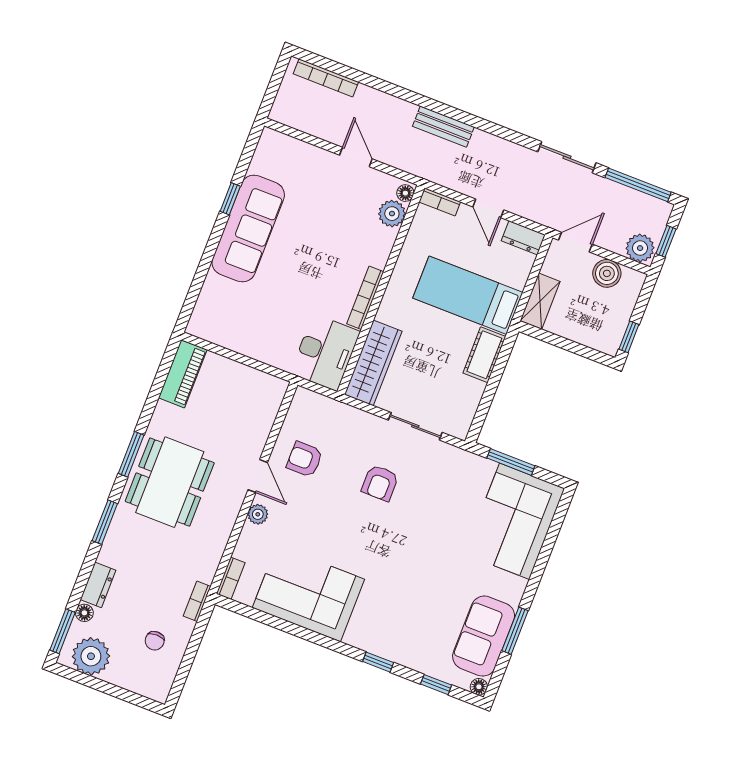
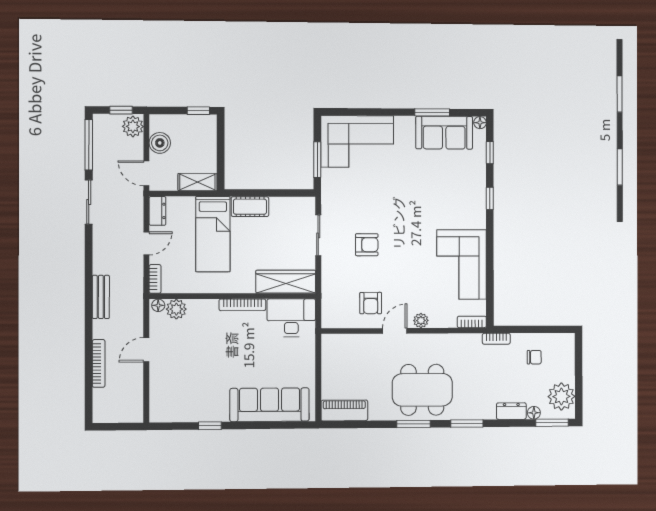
bookcase: (326, 78) -> (99, 363), moved
sofa: (248, 228) -> (270, 405), moved

